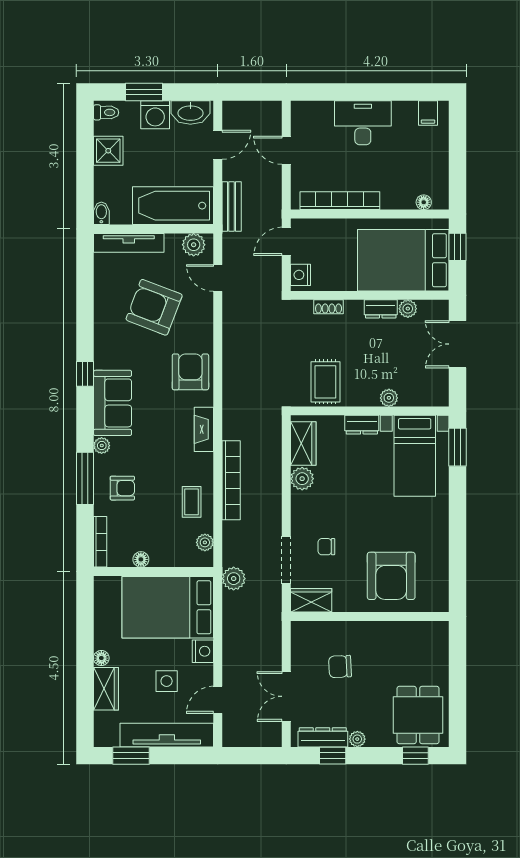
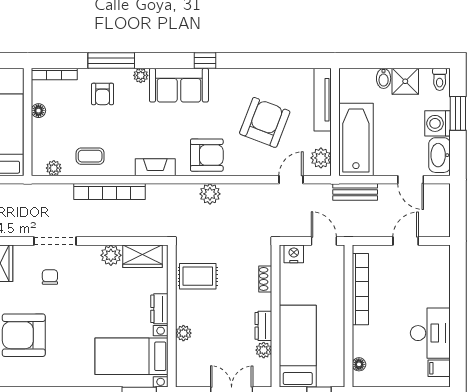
desk: (363, 123) -> (430, 333), moved
bidet: (101, 213) -> (384, 78), moved, turned 90
bed: (403, 260) -> (298, 346), width x0.67
doorway: (286, 560) -> (55, 241), moved
plant: (234, 579) -> (210, 194), moved

